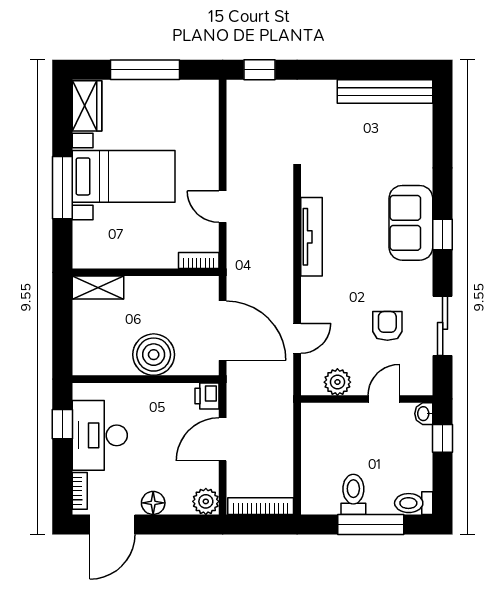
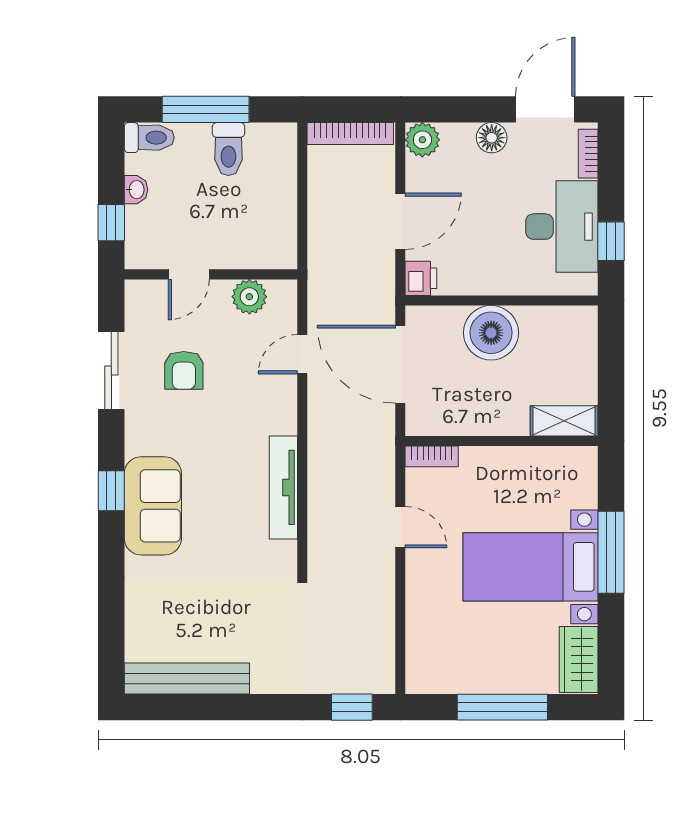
washbasin: (424, 414) -> (136, 190), moved

